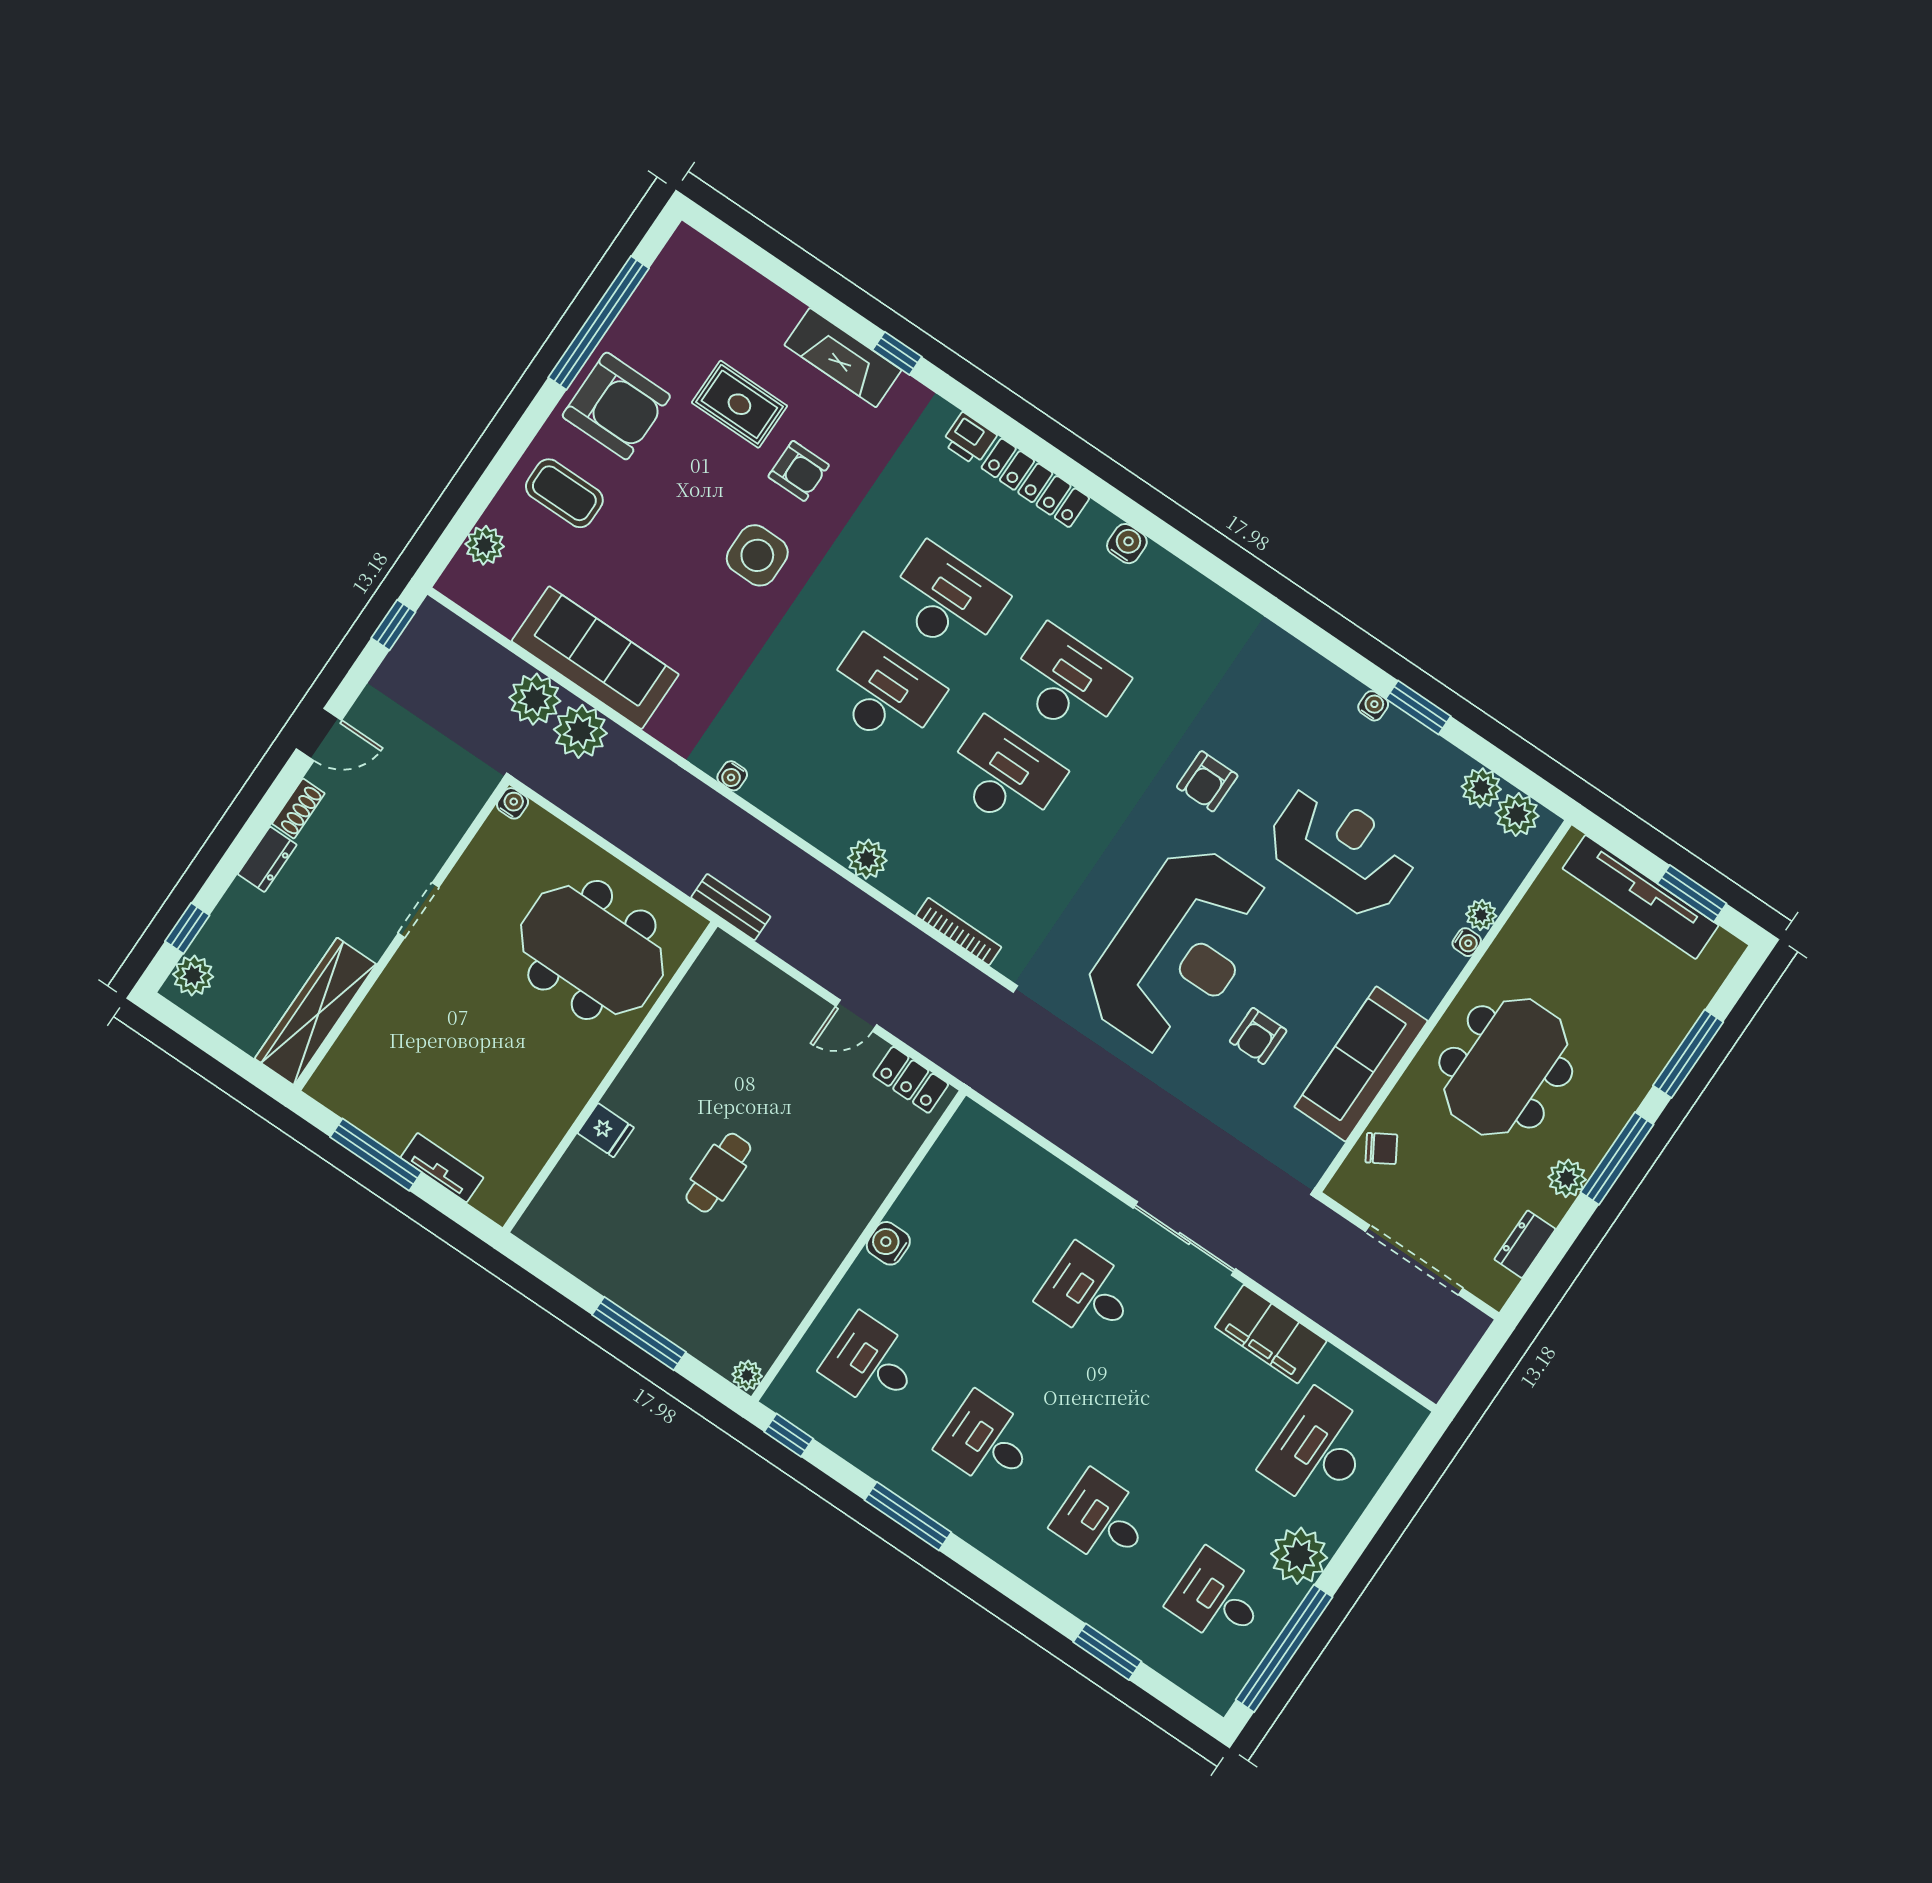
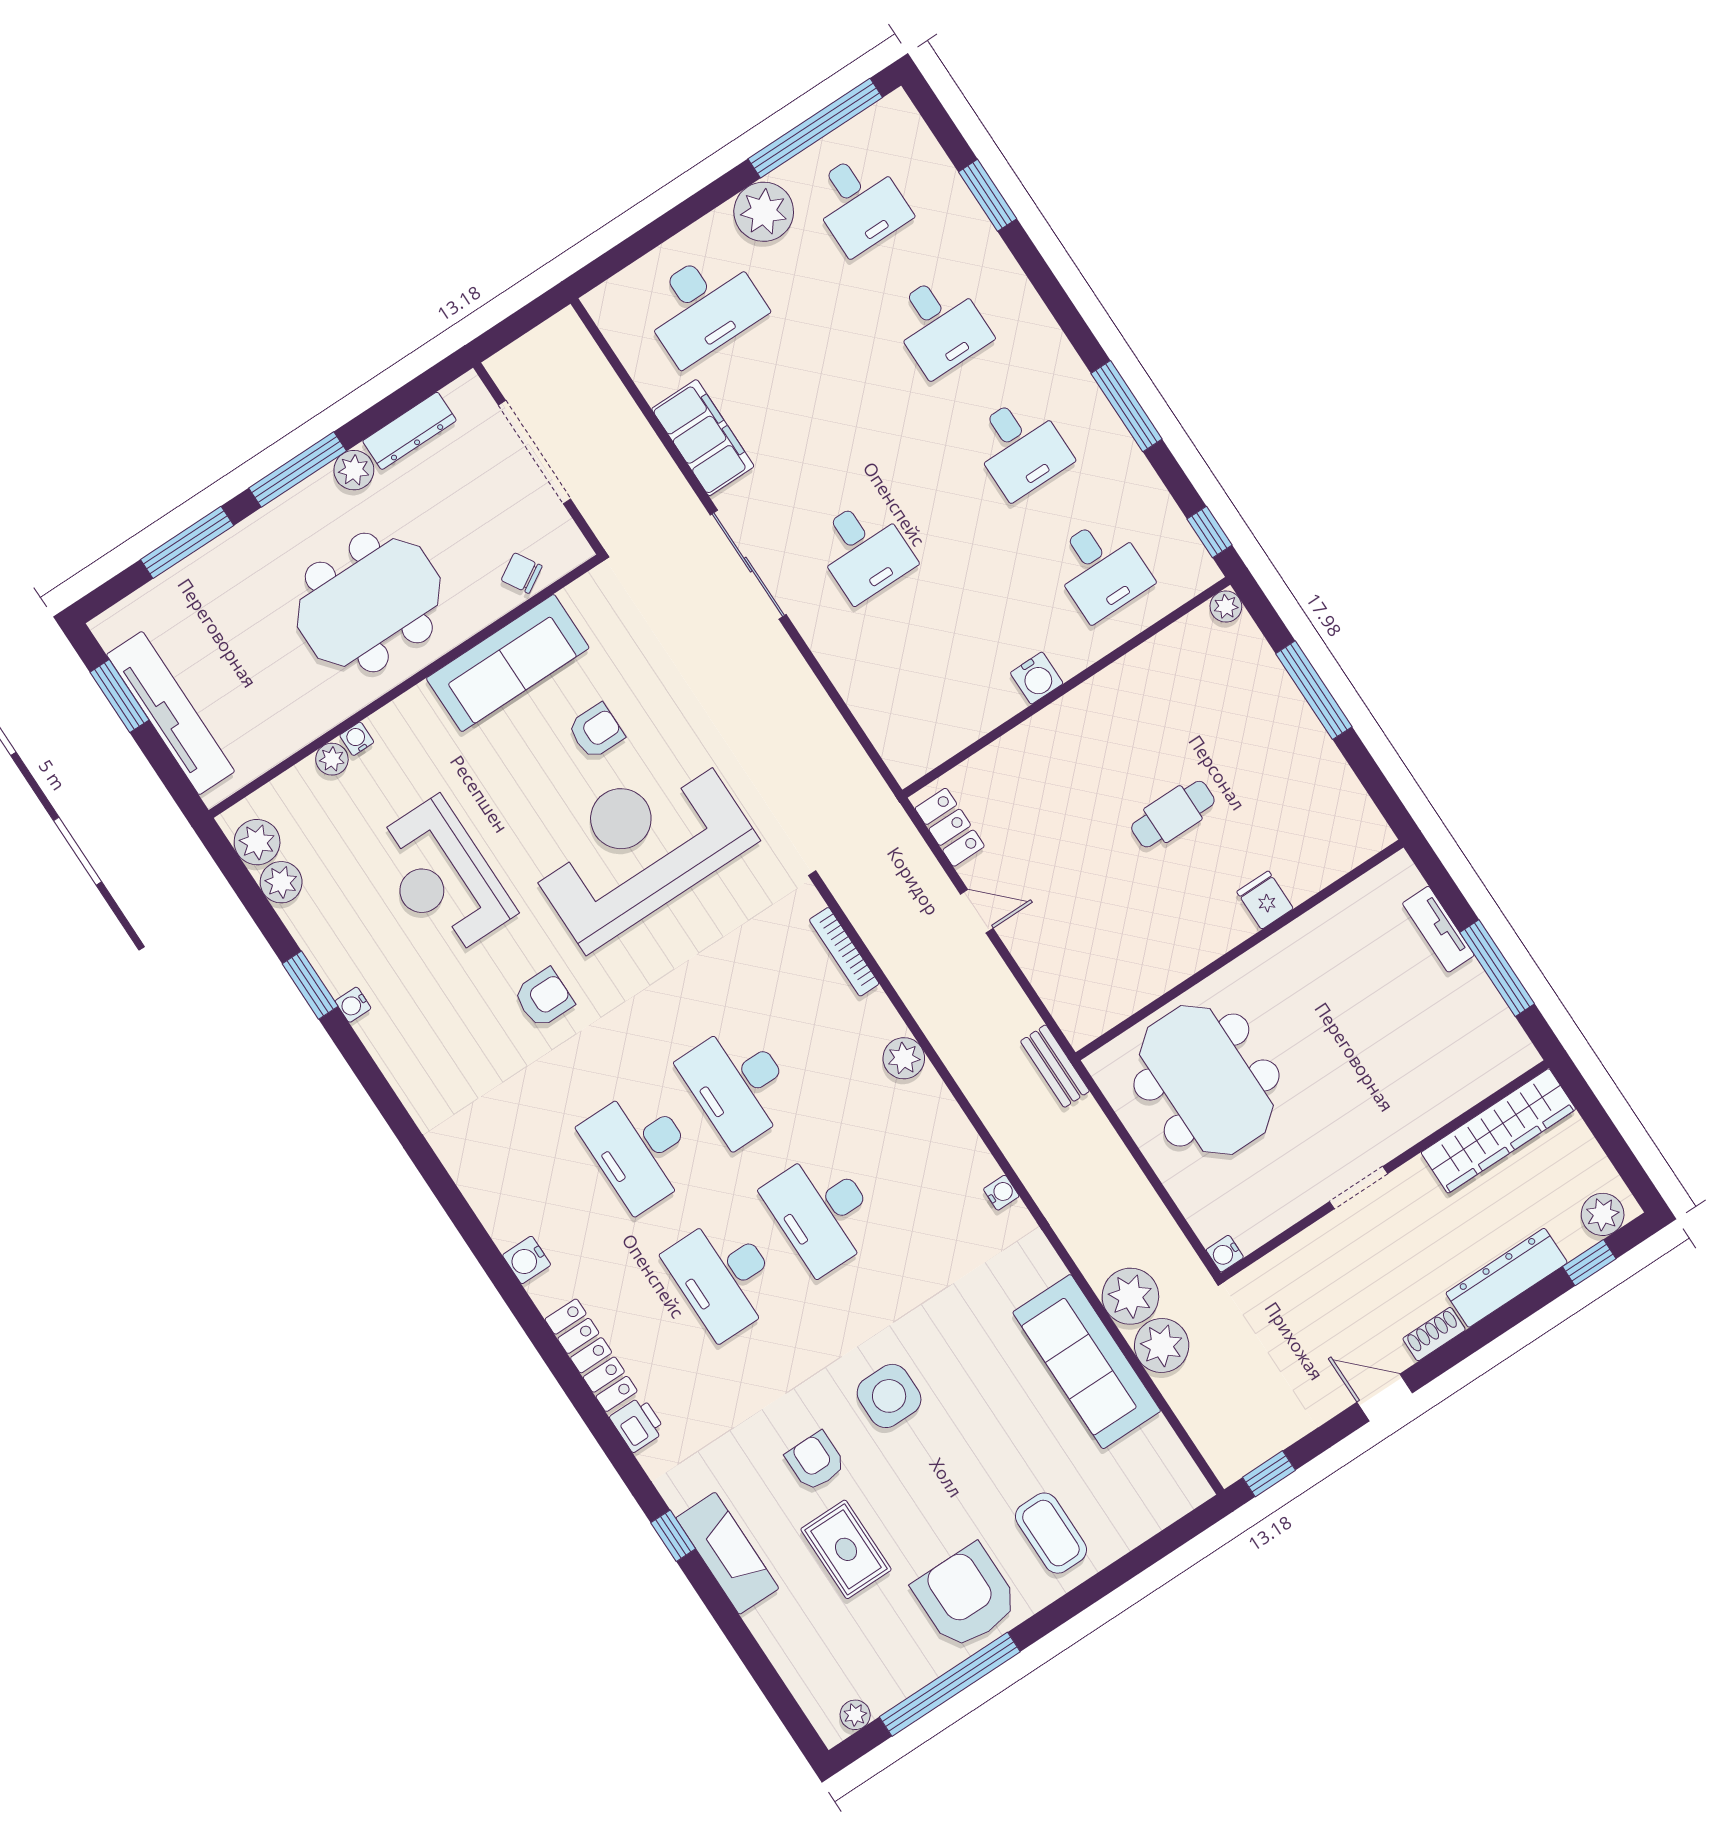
plant: (485, 545) -> (855, 1715), moved, width x0.73, depth x0.73
dresser: (267, 859) -> (1507, 1278), width x1.96, depth x1.24
dresser: (1525, 1244) -> (409, 431), width x1.44

